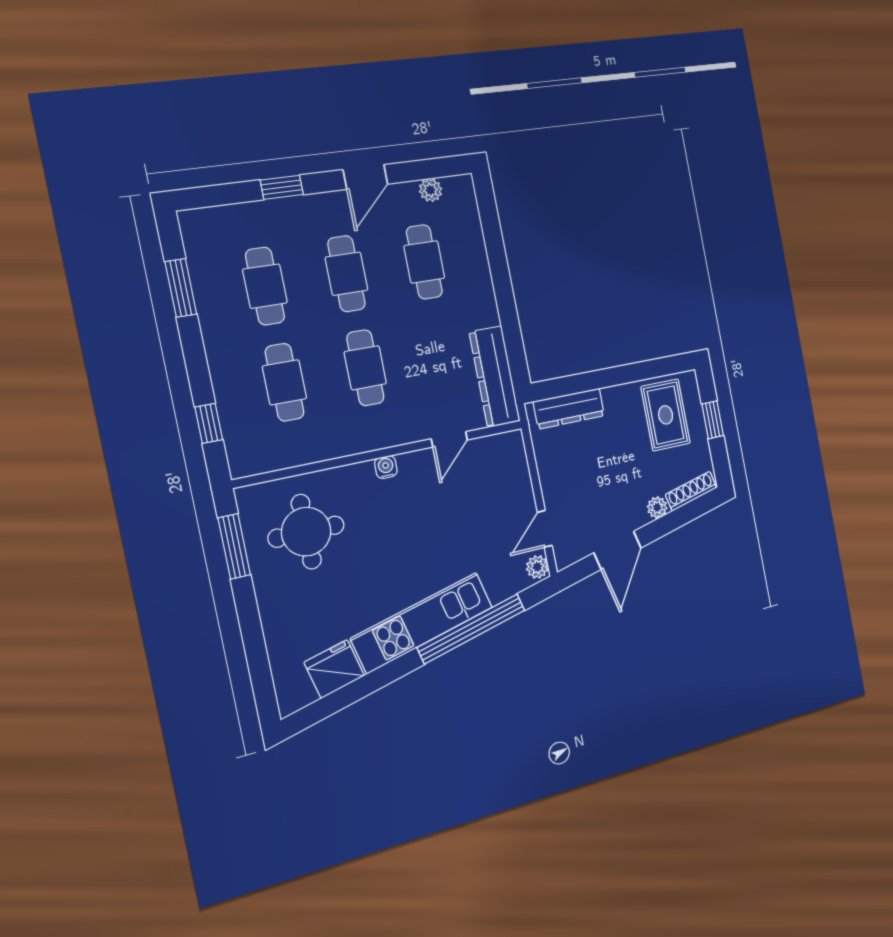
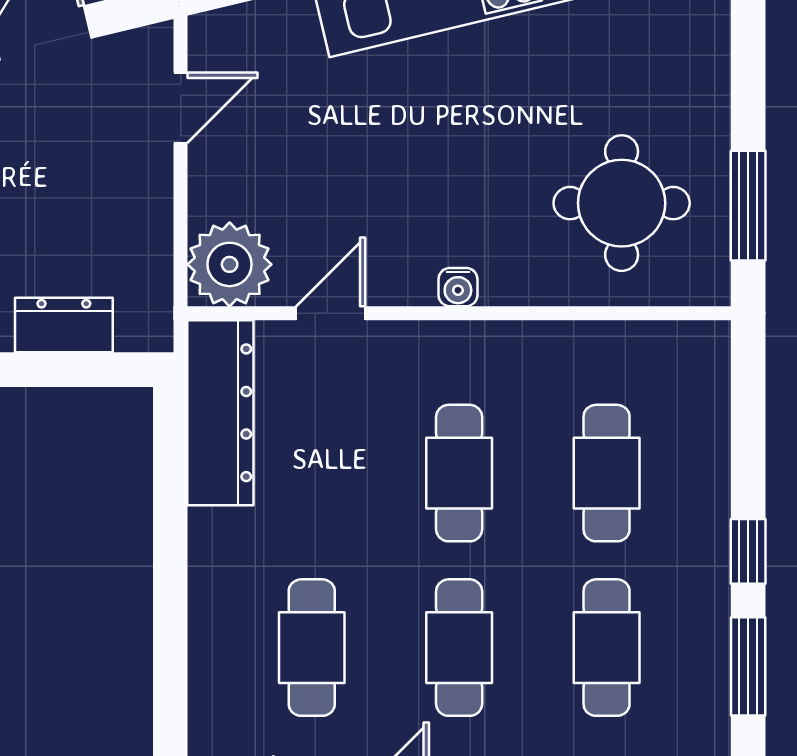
dresser: (569, 409) -> (64, 325), width x0.70
window: (209, 423) -> (748, 551), moved
plant: (537, 567) -> (230, 264), moved, width x1.88, depth x1.88

